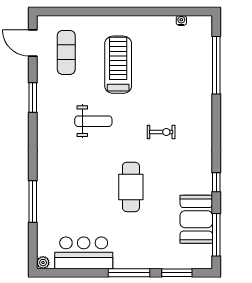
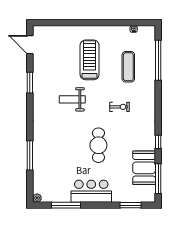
exercise mat: (66, 52) -> (128, 67), moved
weight bench: (93, 121) -> (72, 99), turned 180
bar counter: (84, 253) -> (91, 191), moved
window: (129, 273) -> (66, 205), moved

